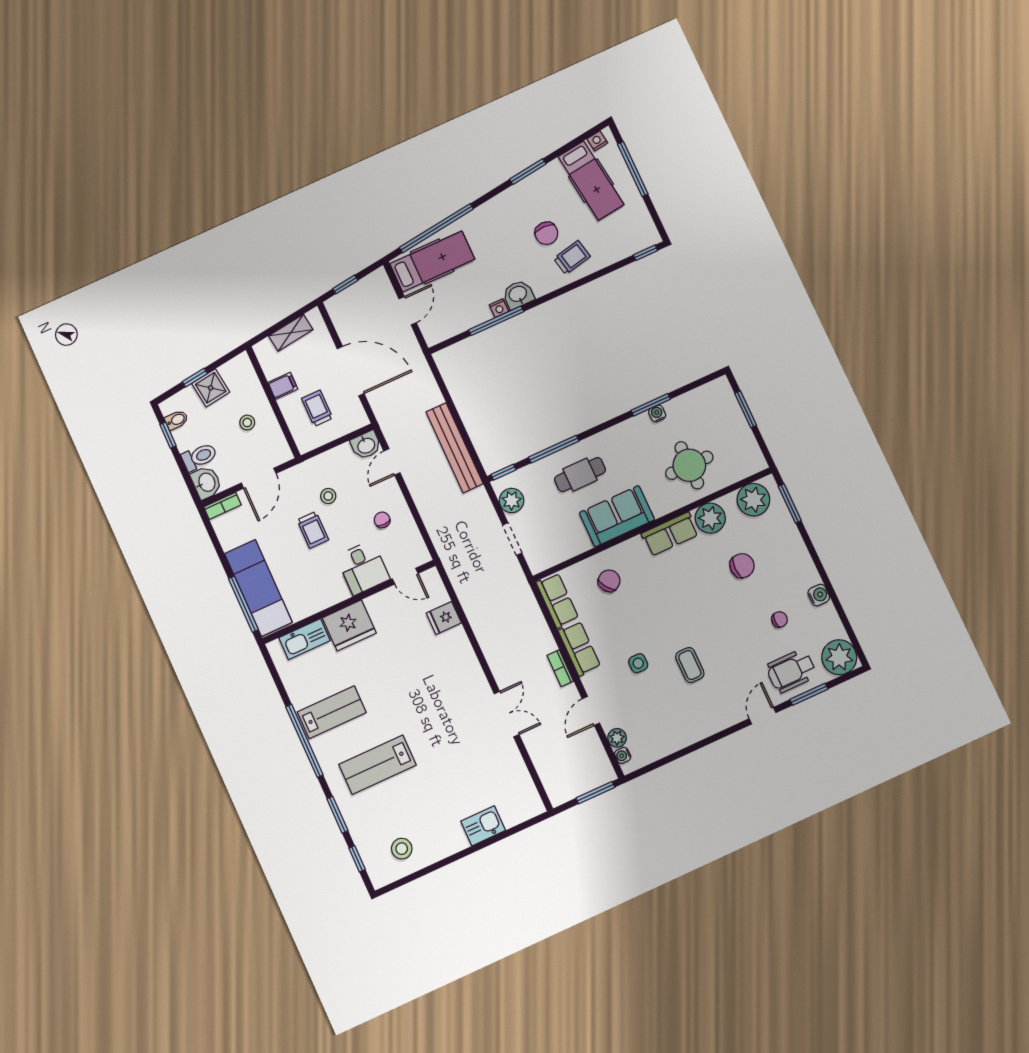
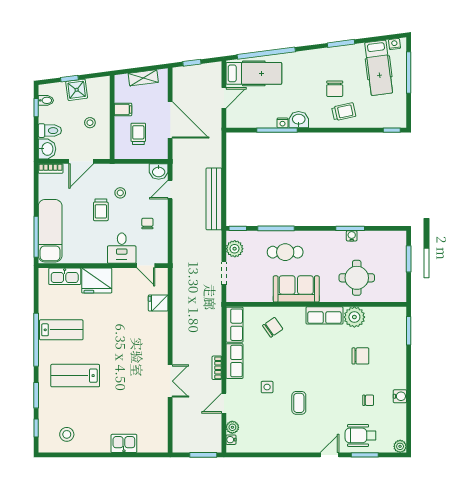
plant: (753, 500) -> (387, 318), removed
plant: (839, 657) -> (400, 446), width x0.53, depth x0.53

